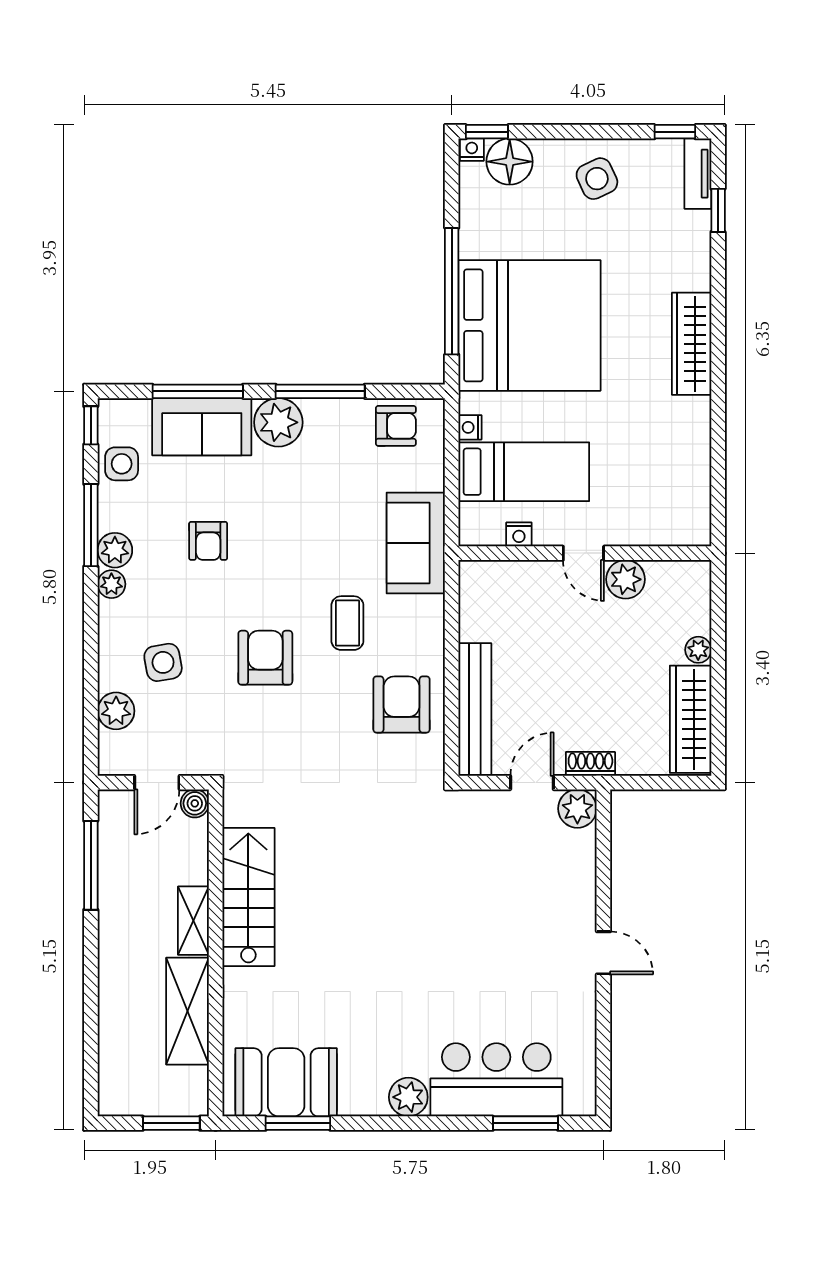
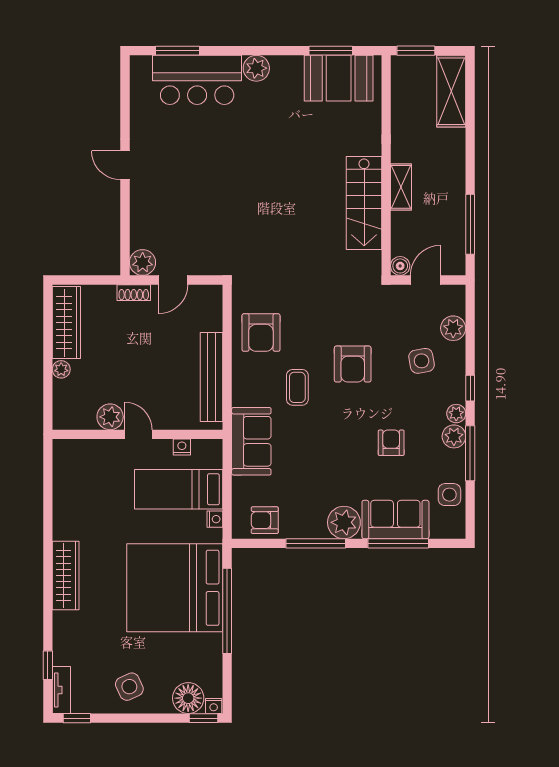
window: (91, 425) -> (470, 388), moved
bench: (475, 709) -> (212, 377), moved
shelving: (187, 1011) -> (451, 91), moved

